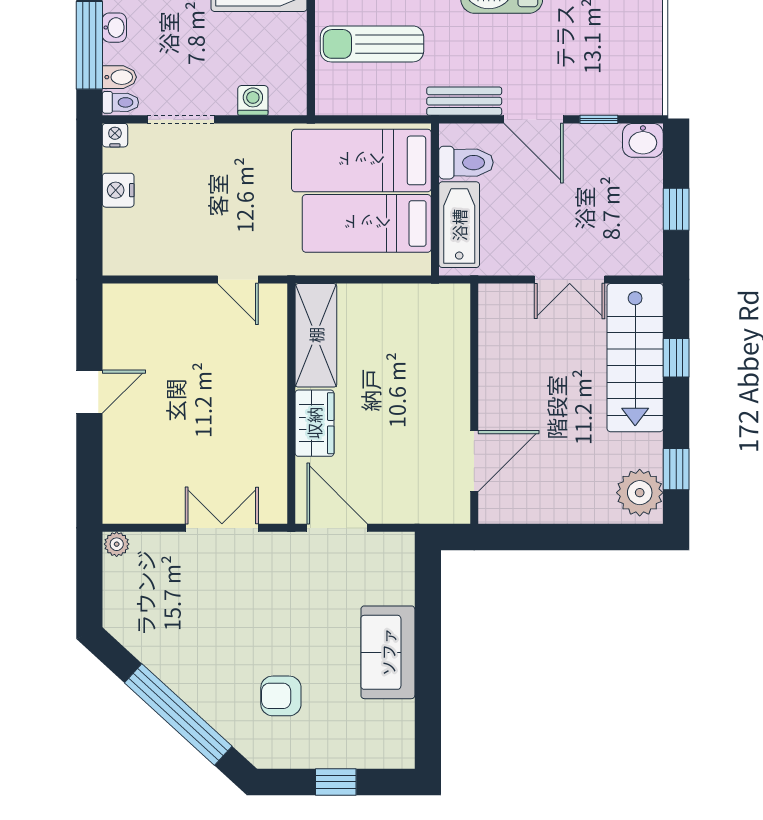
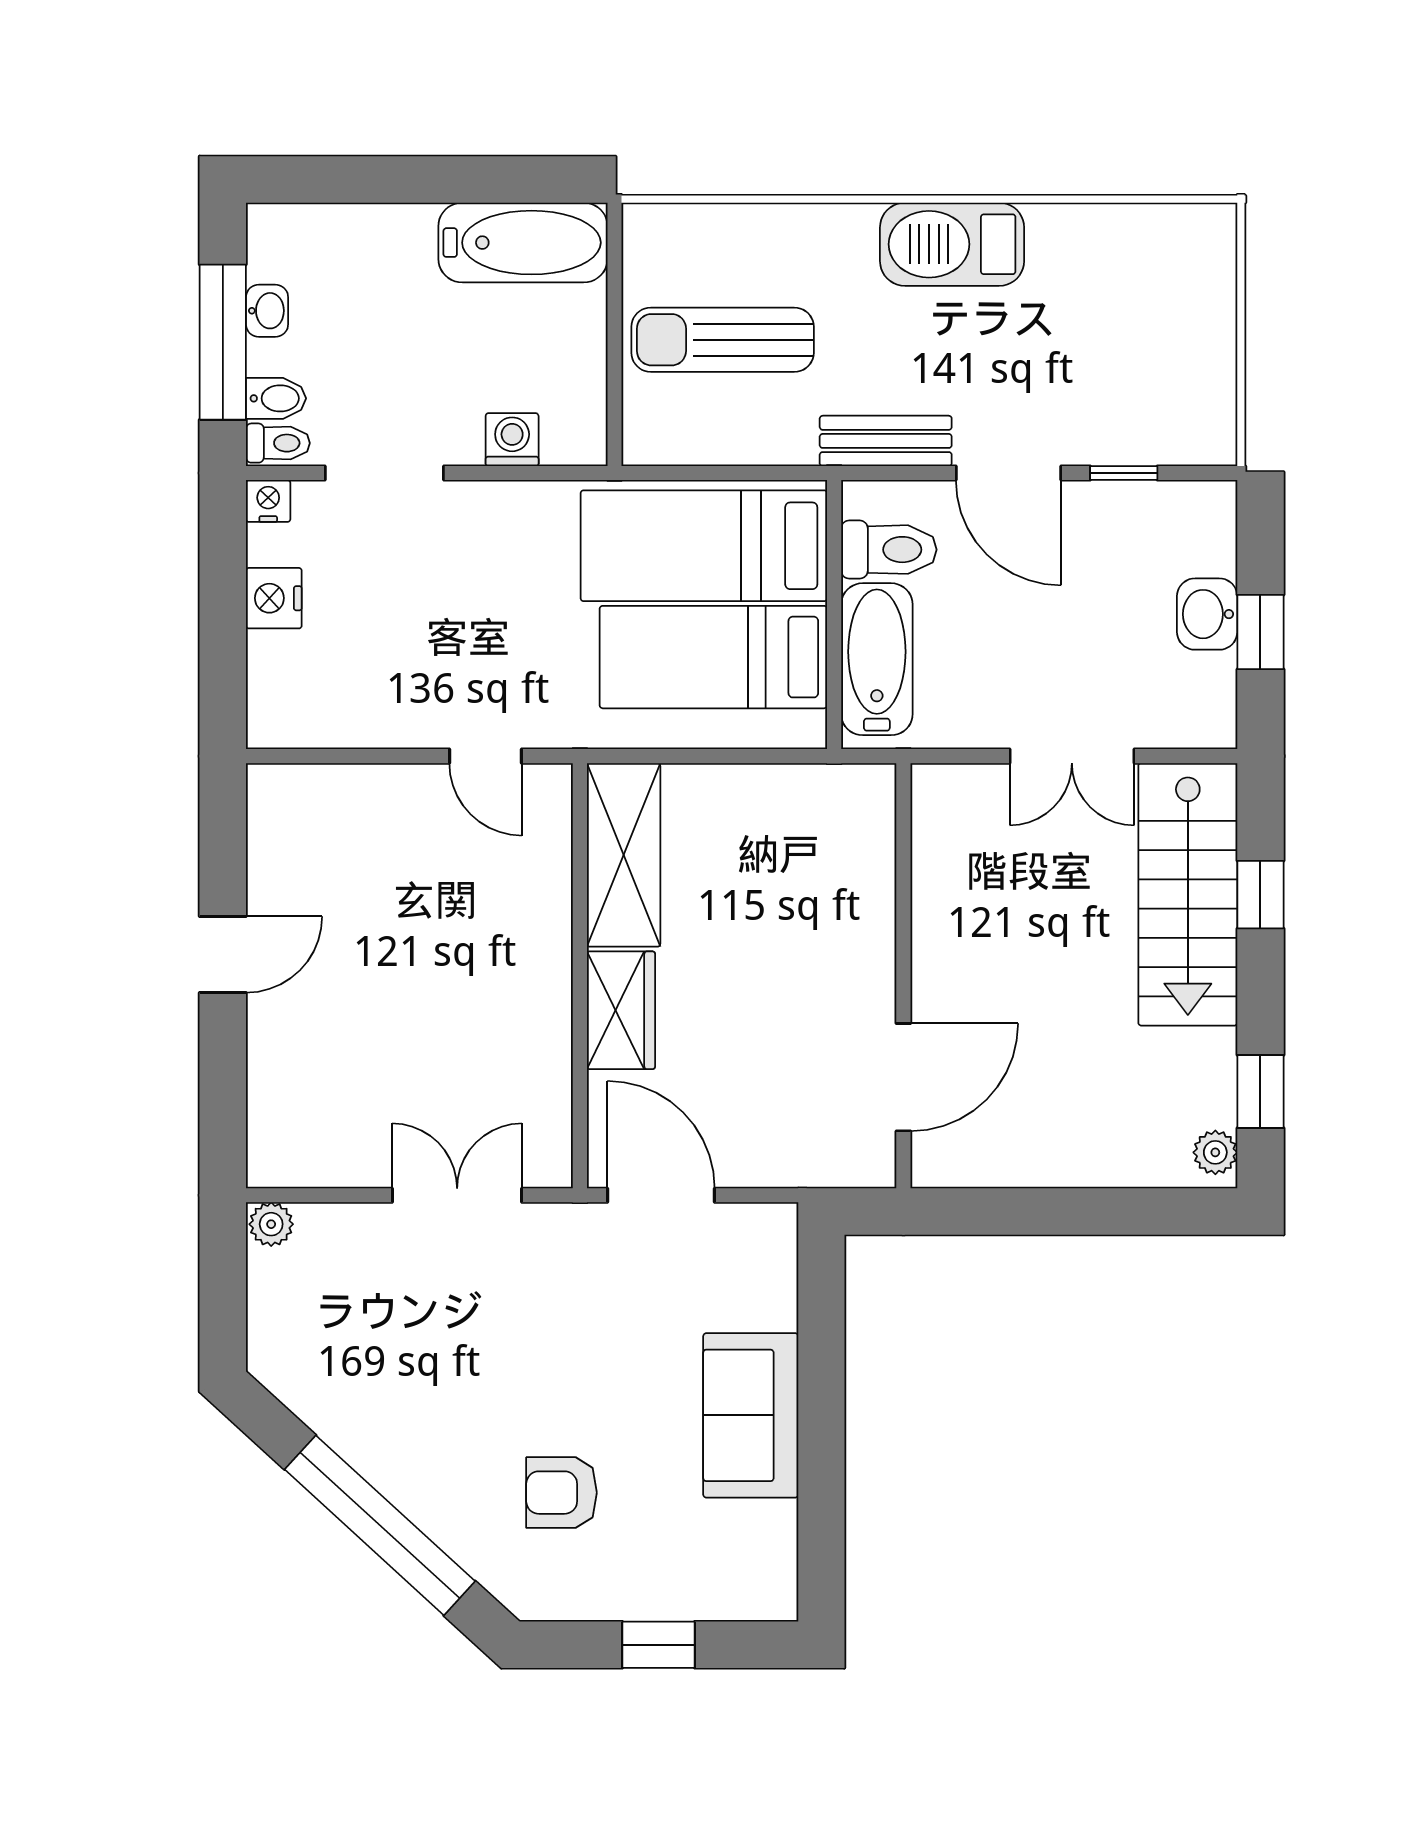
washbasin: (643, 140) -> (1207, 614), moved, turned 90
plant: (640, 493) -> (1215, 1152), width x0.53, depth x0.53

